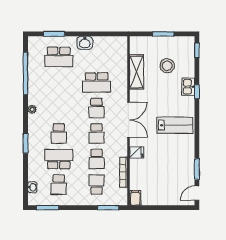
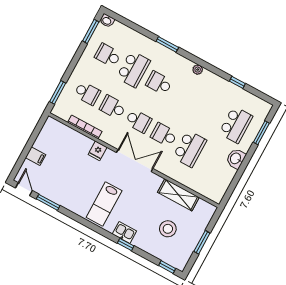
school desk: (59, 57) -> (236, 125), turned 180
window: (25, 73) -> (237, 82), width x0.32
school desk: (97, 82) -> (190, 149), turned 180
kitchen sink: (188, 87) -> (124, 233), moved
double door: (129, 120) -> (135, 161), swing flipped
school desk: (97, 134) -> (138, 121), turned 180
washbasin: (32, 187) -> (107, 21), moved
filing cabinet: (135, 198) -> (36, 156), moved

